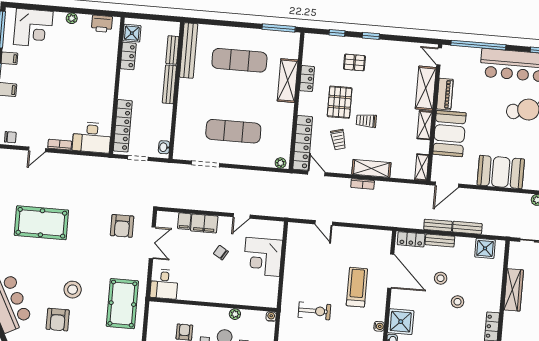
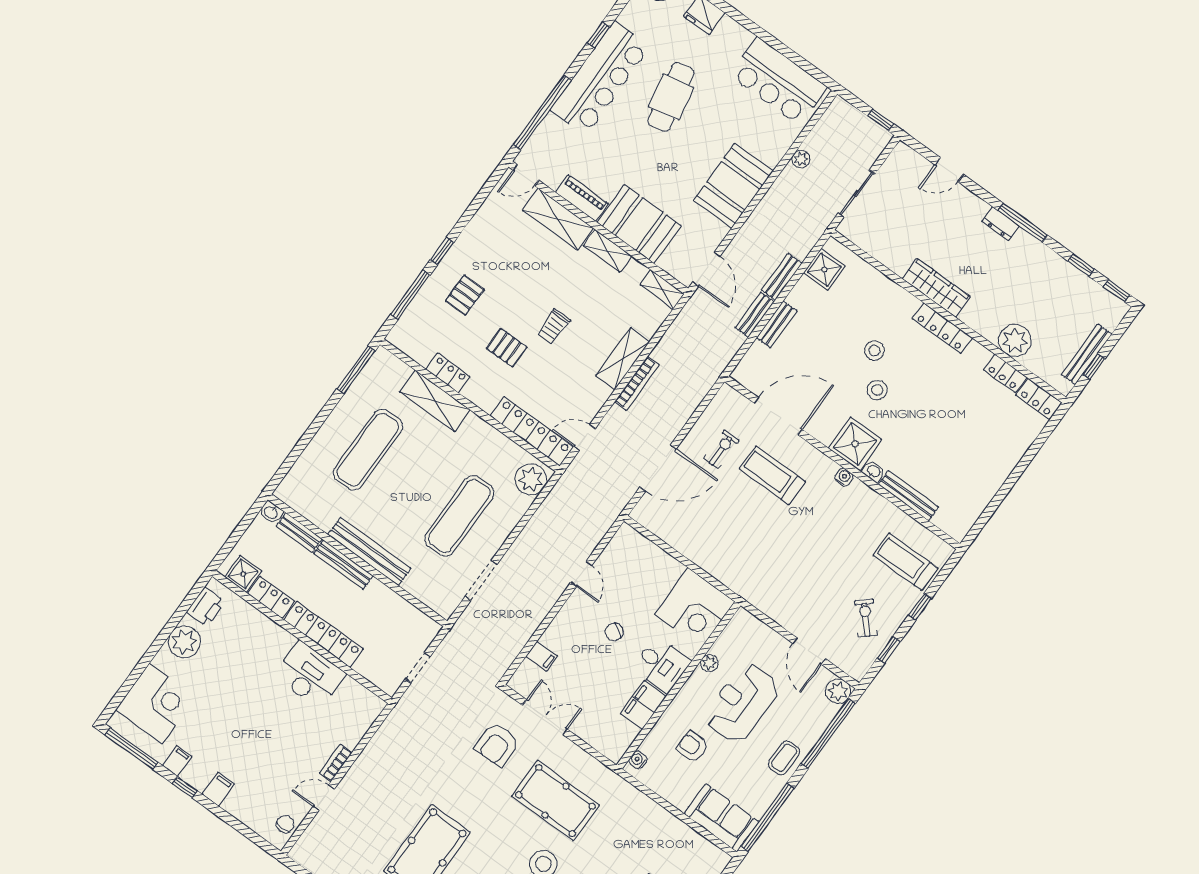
plant: (72, 18) -> (184, 642), width x1.88, depth x1.88
window: (337, 33) -> (410, 295), width x2.17
bench: (189, 51) -> (369, 552), moved
pallet: (340, 102) -> (507, 348), width x0.67, depth x0.71
locker: (123, 126) -> (323, 634), moved
desk: (92, 137) -> (310, 675), moved, turned -90
trolley: (338, 140) -> (557, 380), removed
washbasin: (164, 147) -> (271, 512), moved
door: (37, 149) -> (324, 798), swing flipped
plant: (281, 163) -> (531, 479), width x1.87, depth x1.87
bookcase: (363, 184) -> (637, 383), width x1.56
filing cabinet: (204, 223) -> (643, 705), moved, turned 180
door: (324, 223) -> (658, 468), width x1.88
armchair: (122, 226) -> (497, 745), turned 90
locker: (411, 239) -> (752, 363), removed
corner desk: (263, 257) -> (695, 608), moved
stool: (441, 278) -> (877, 390), moved
desk: (164, 284) -> (662, 665), moved
wardrobe: (514, 290) -> (936, 288), moved
pool table: (122, 304) -> (556, 801), moved
exercise bike: (314, 311) -> (721, 449), moved, width x0.73, depth x0.72
water cooler: (271, 317) -> (638, 760), moved

